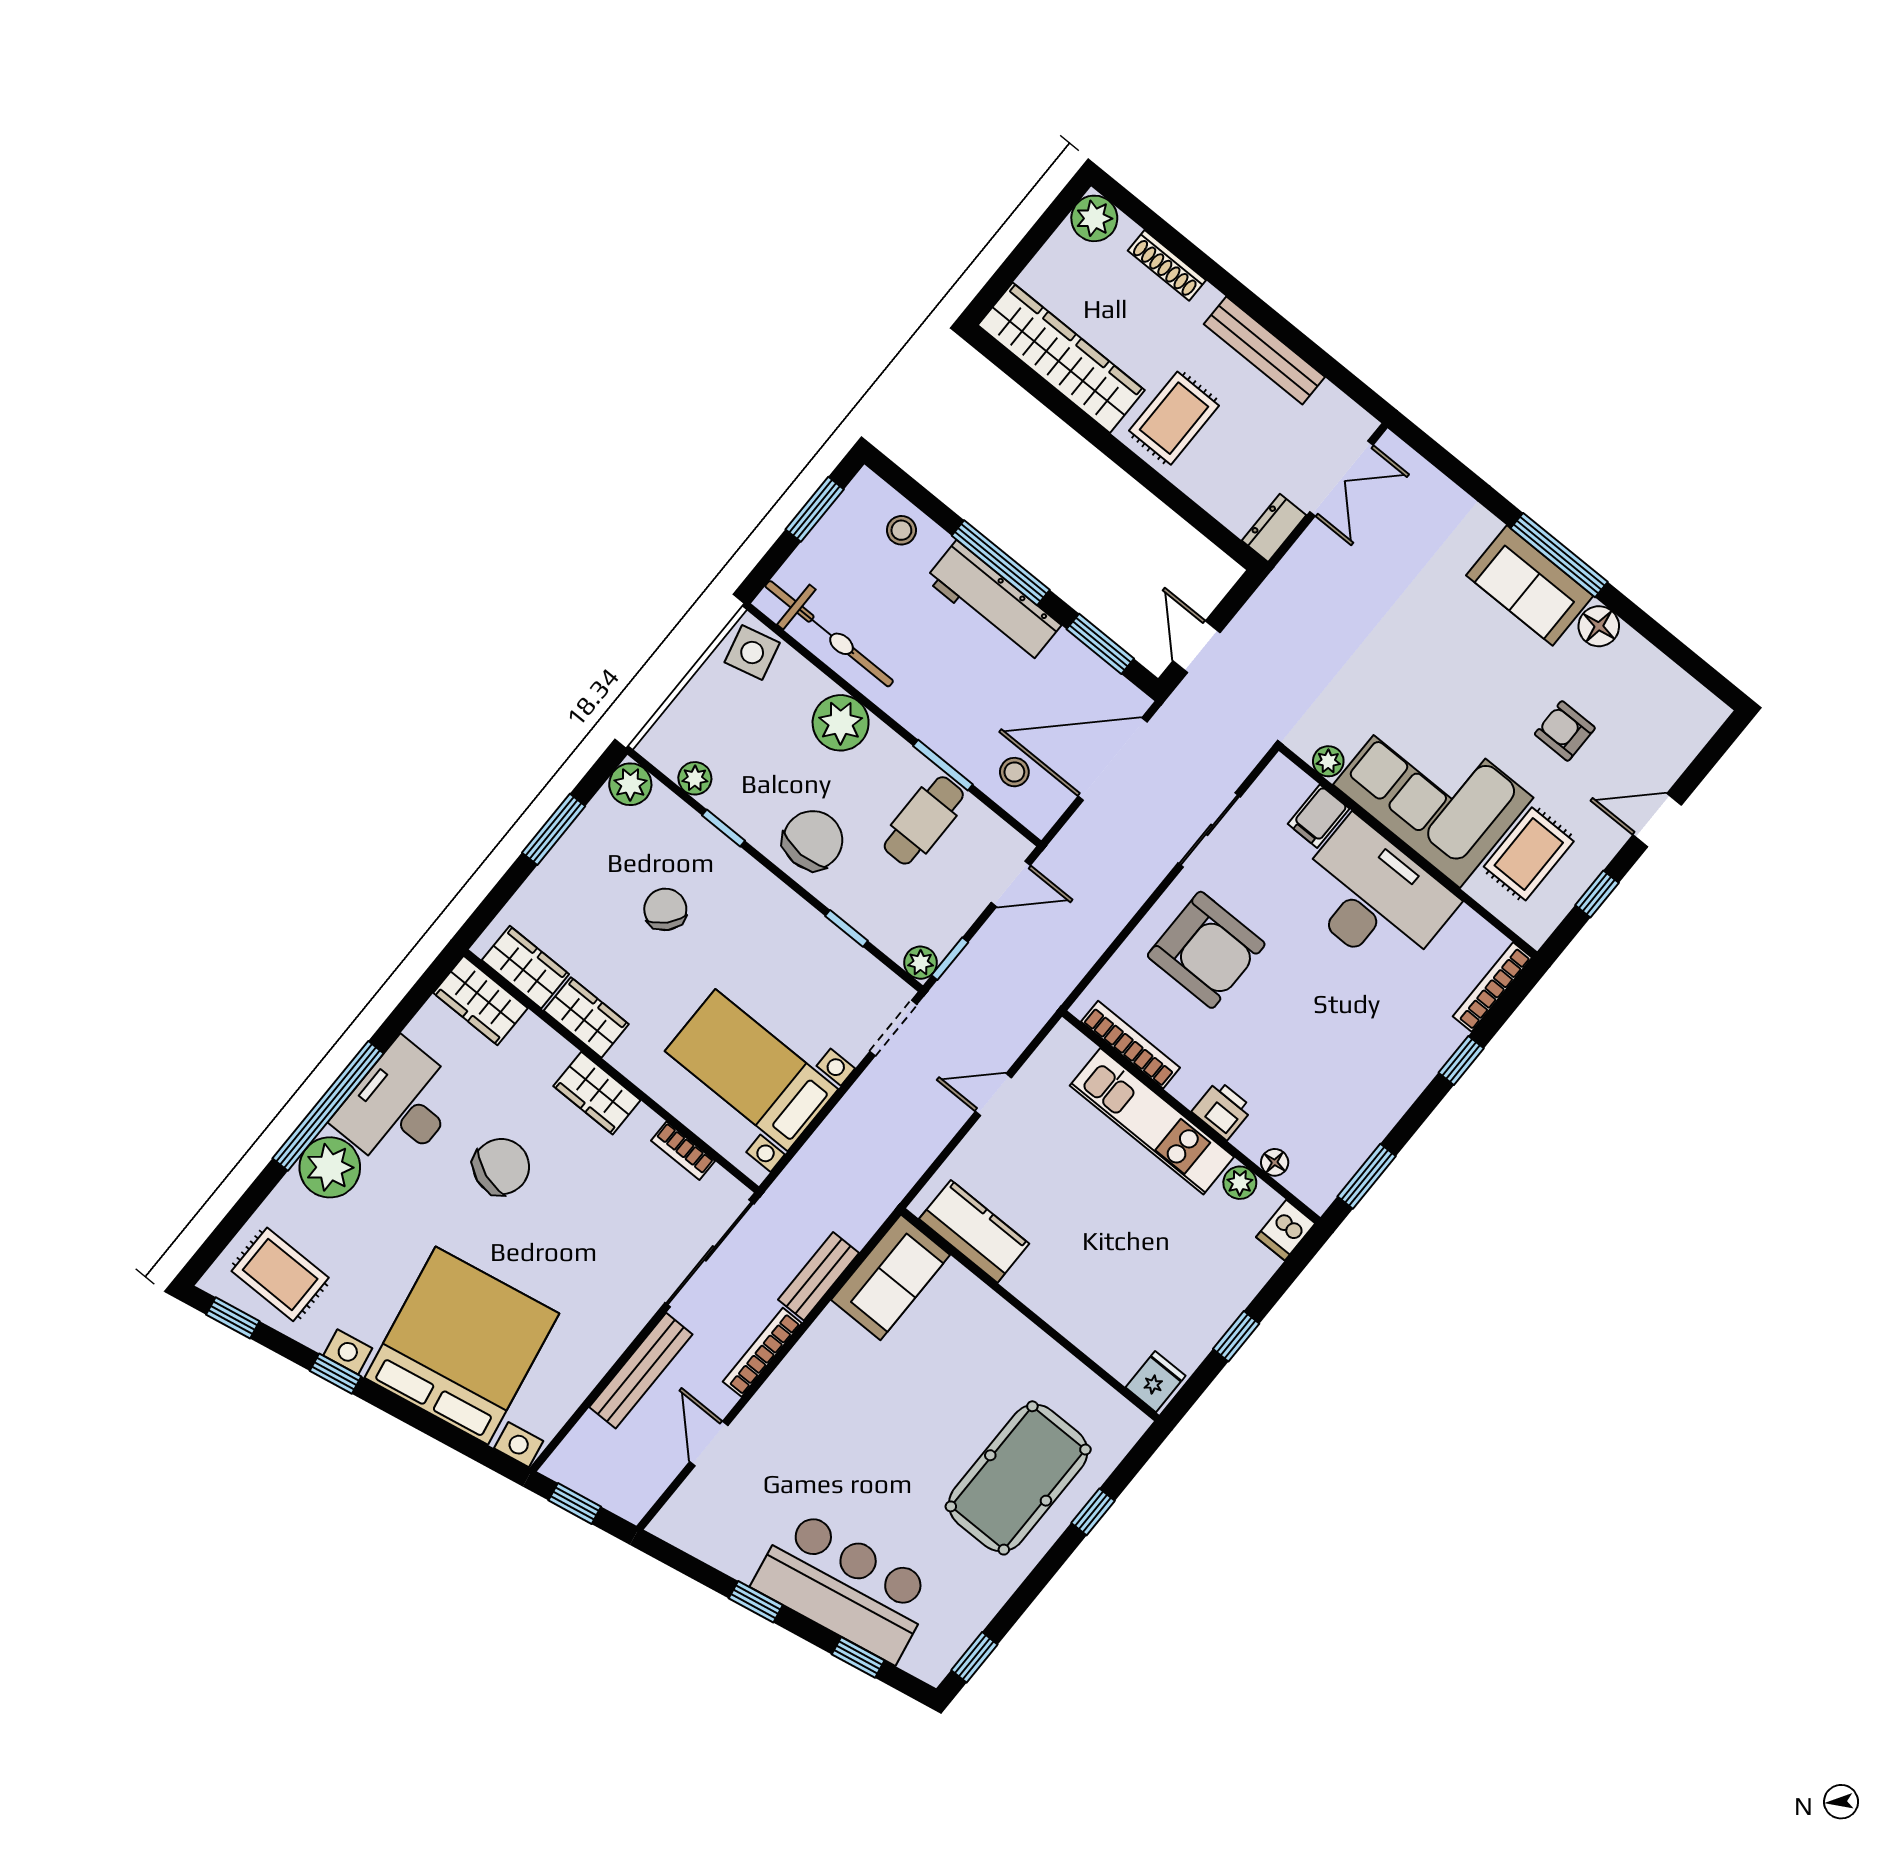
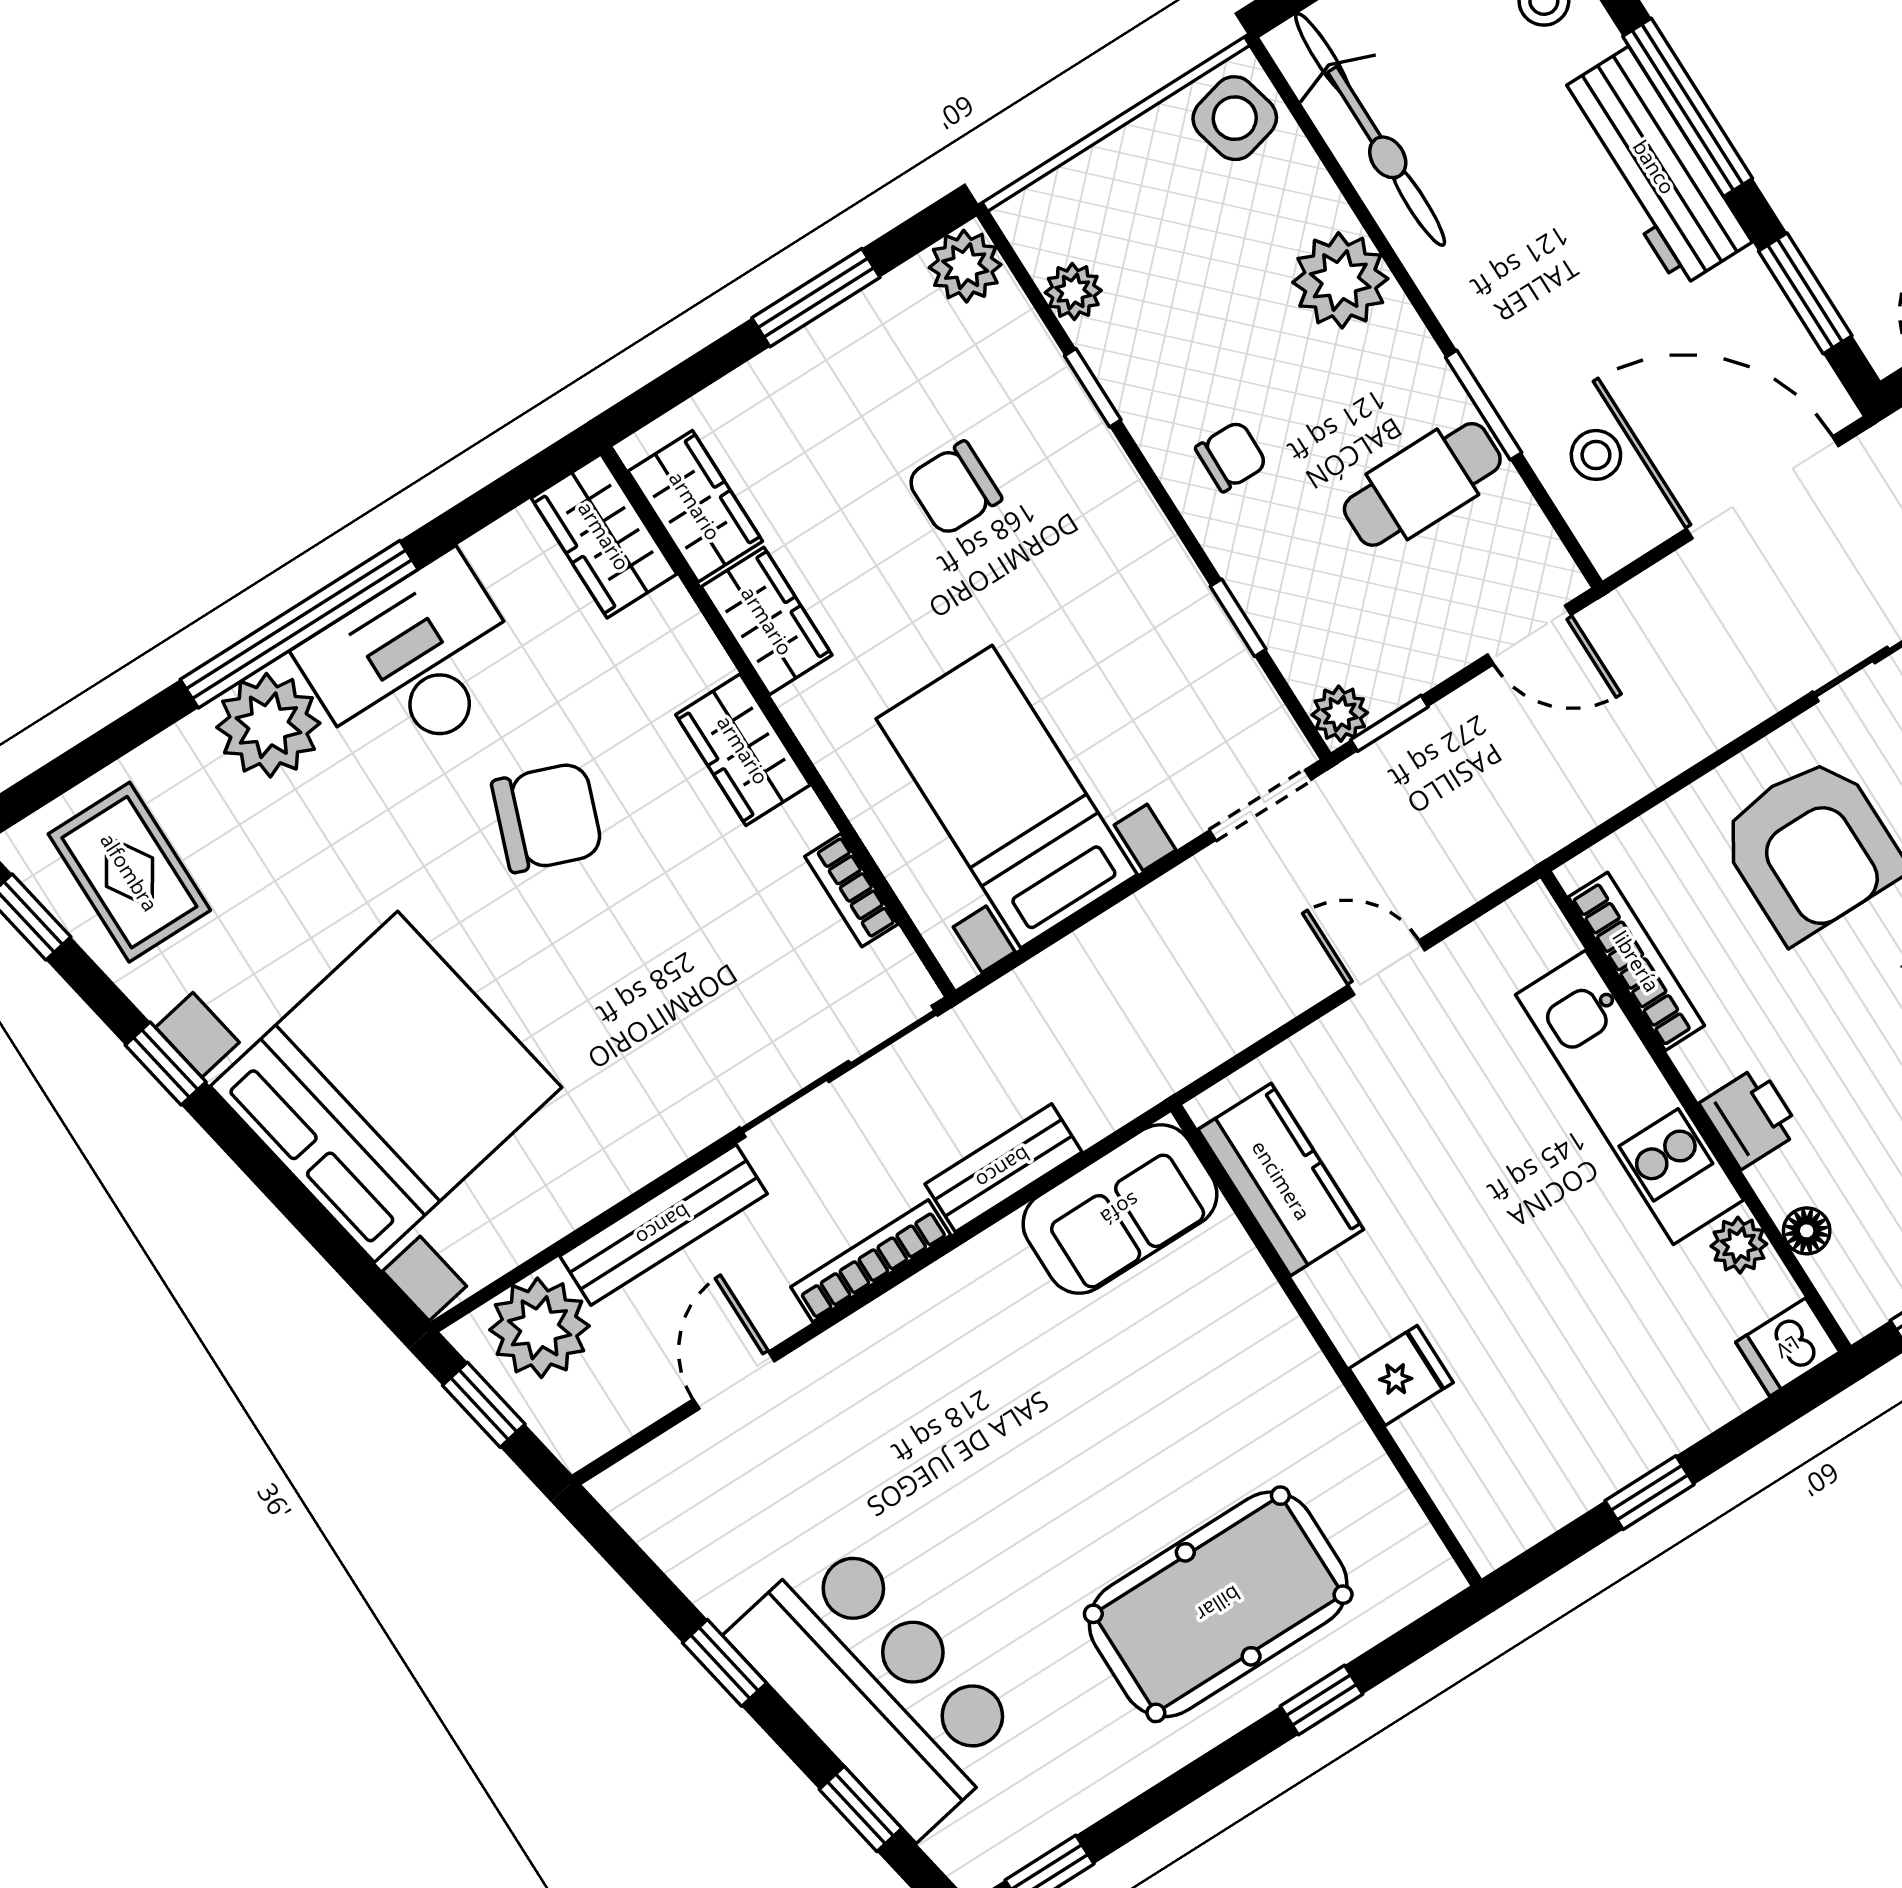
chair: (813, 840) -> (1231, 456), width x0.54, depth x0.54
chair: (665, 909) -> (954, 488), turned -133
fridge: (1156, 1382) -> (1401, 1375), moved
plant: (591, 1451) -> (539, 1328), added

